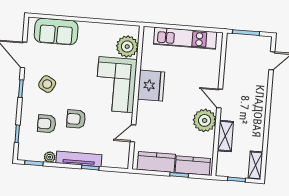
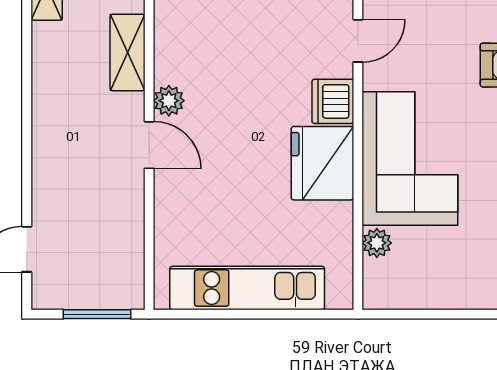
plant: (127, 47) -> (377, 243), width x0.53, depth x0.53
dishwasher: (145, 110) -> (333, 101), added
plant: (205, 120) -> (169, 101), width x0.53, depth x0.53

